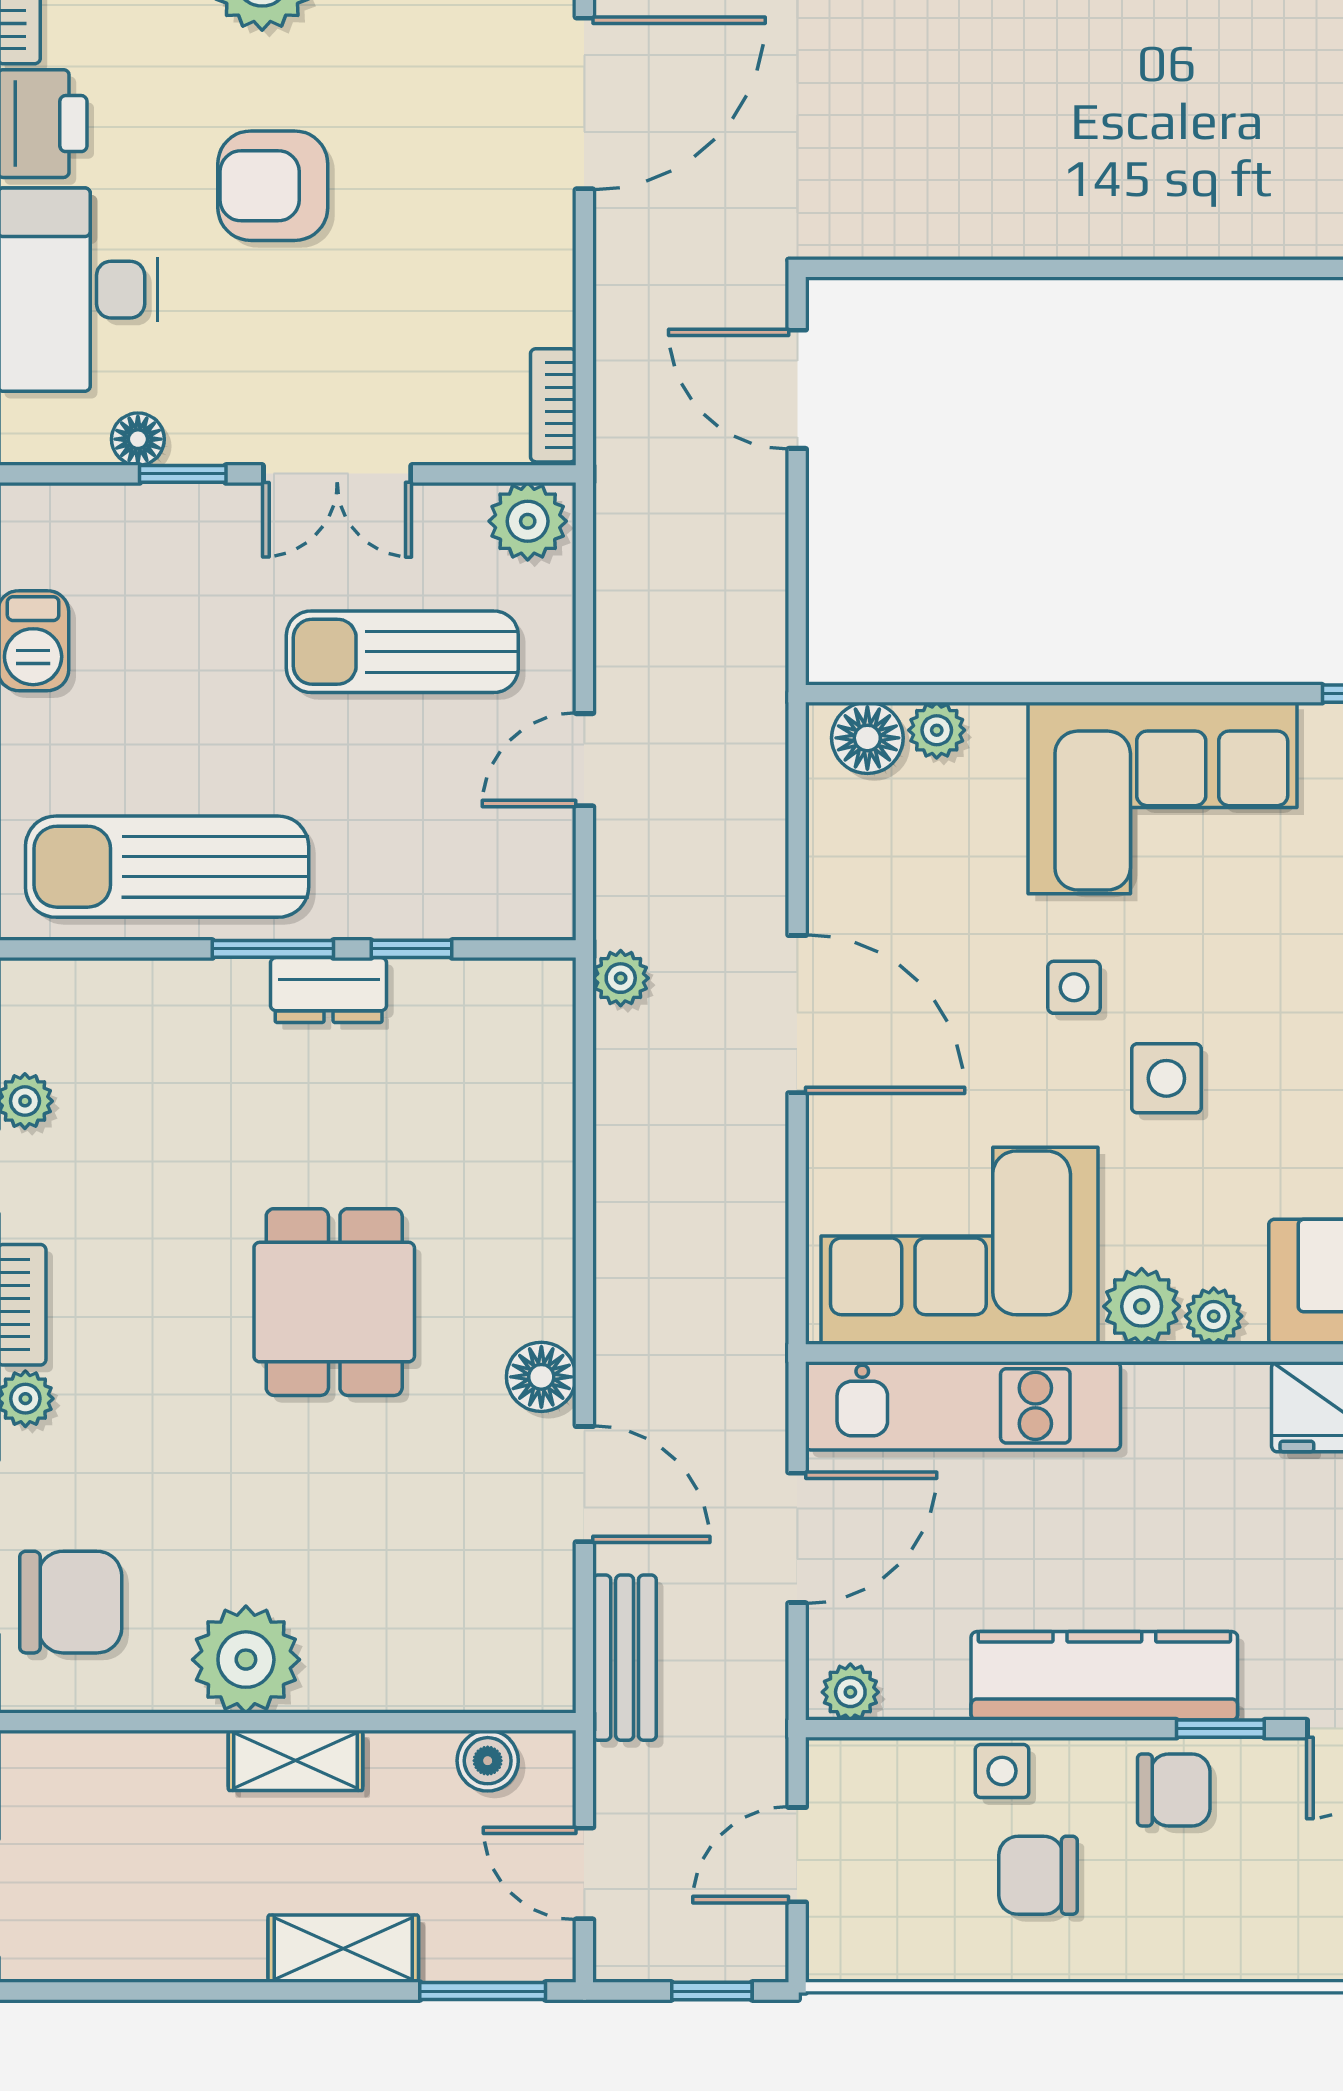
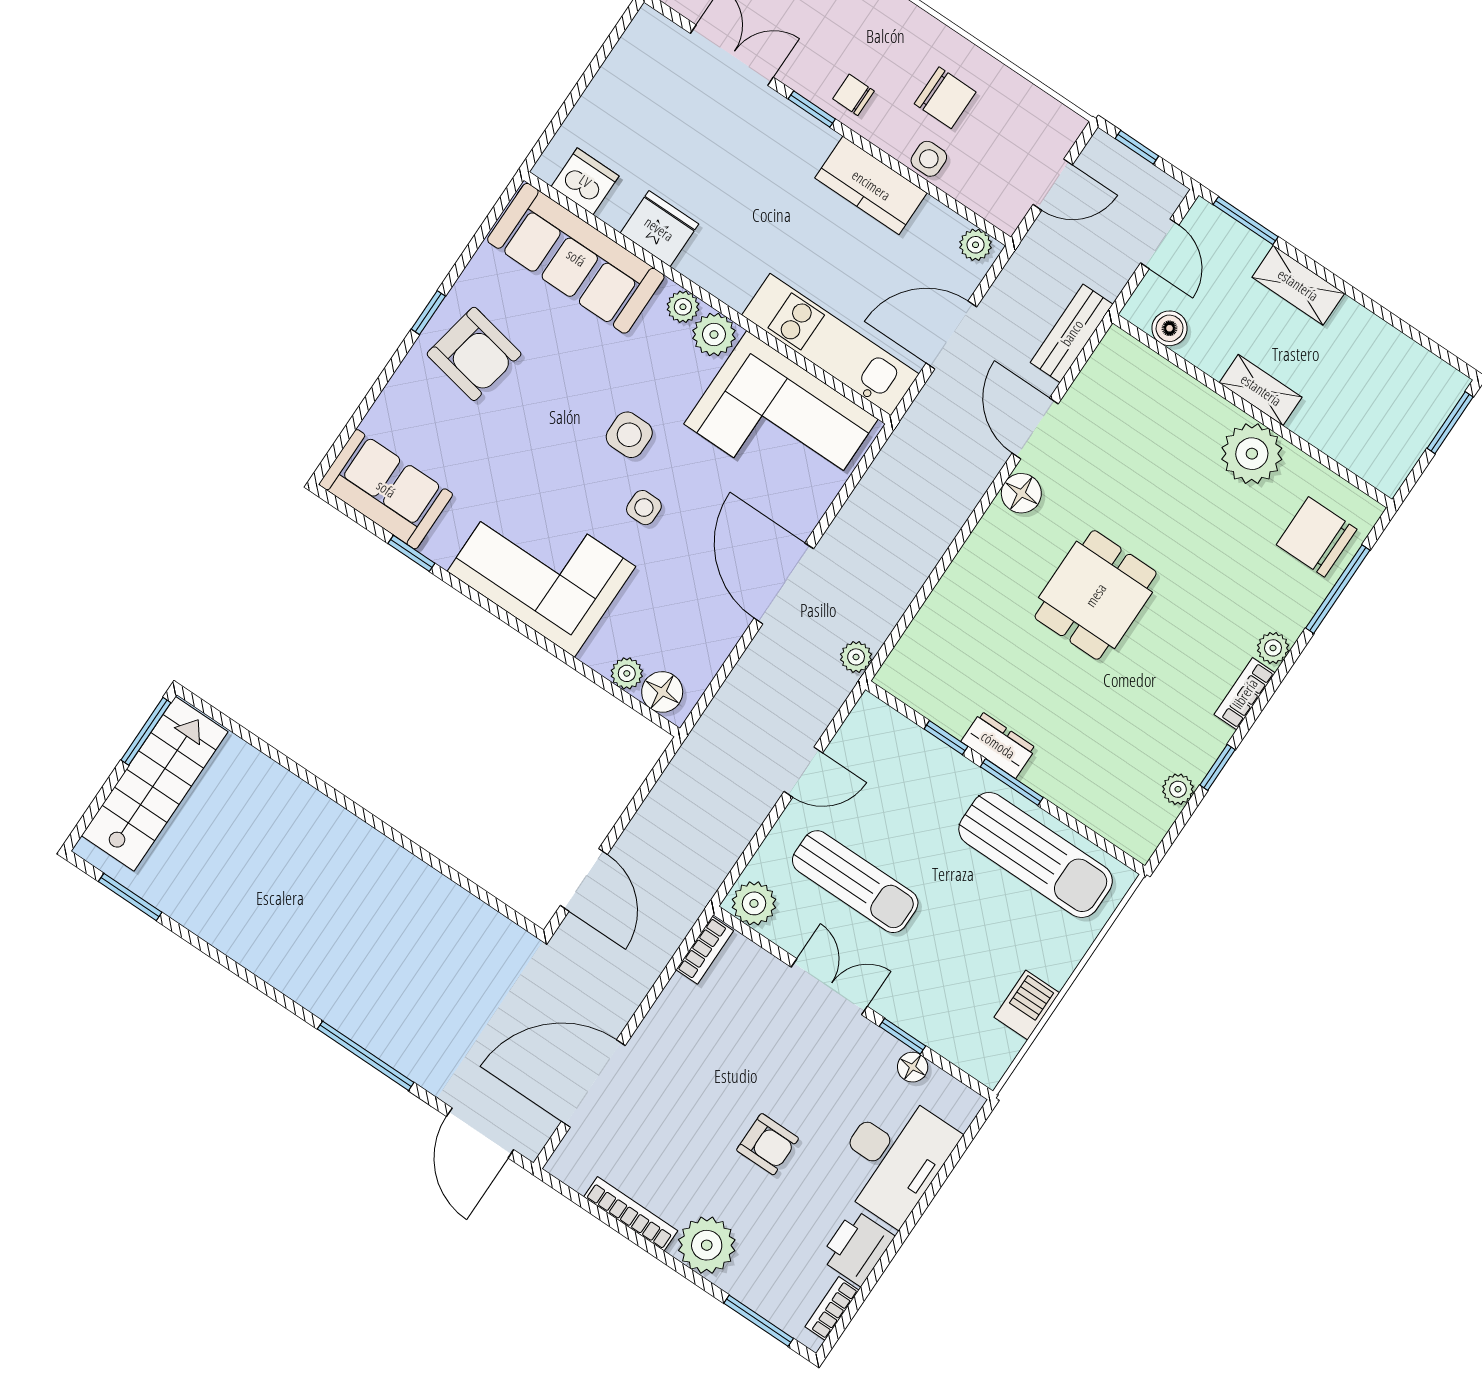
armchair: (273, 186) -> (768, 1144), width x0.72, depth x0.72
kitchen counter: (1104, 1676) -> (871, 185), width x0.67
chair: (1174, 1790) -> (853, 95), width x0.73, depth x0.73

